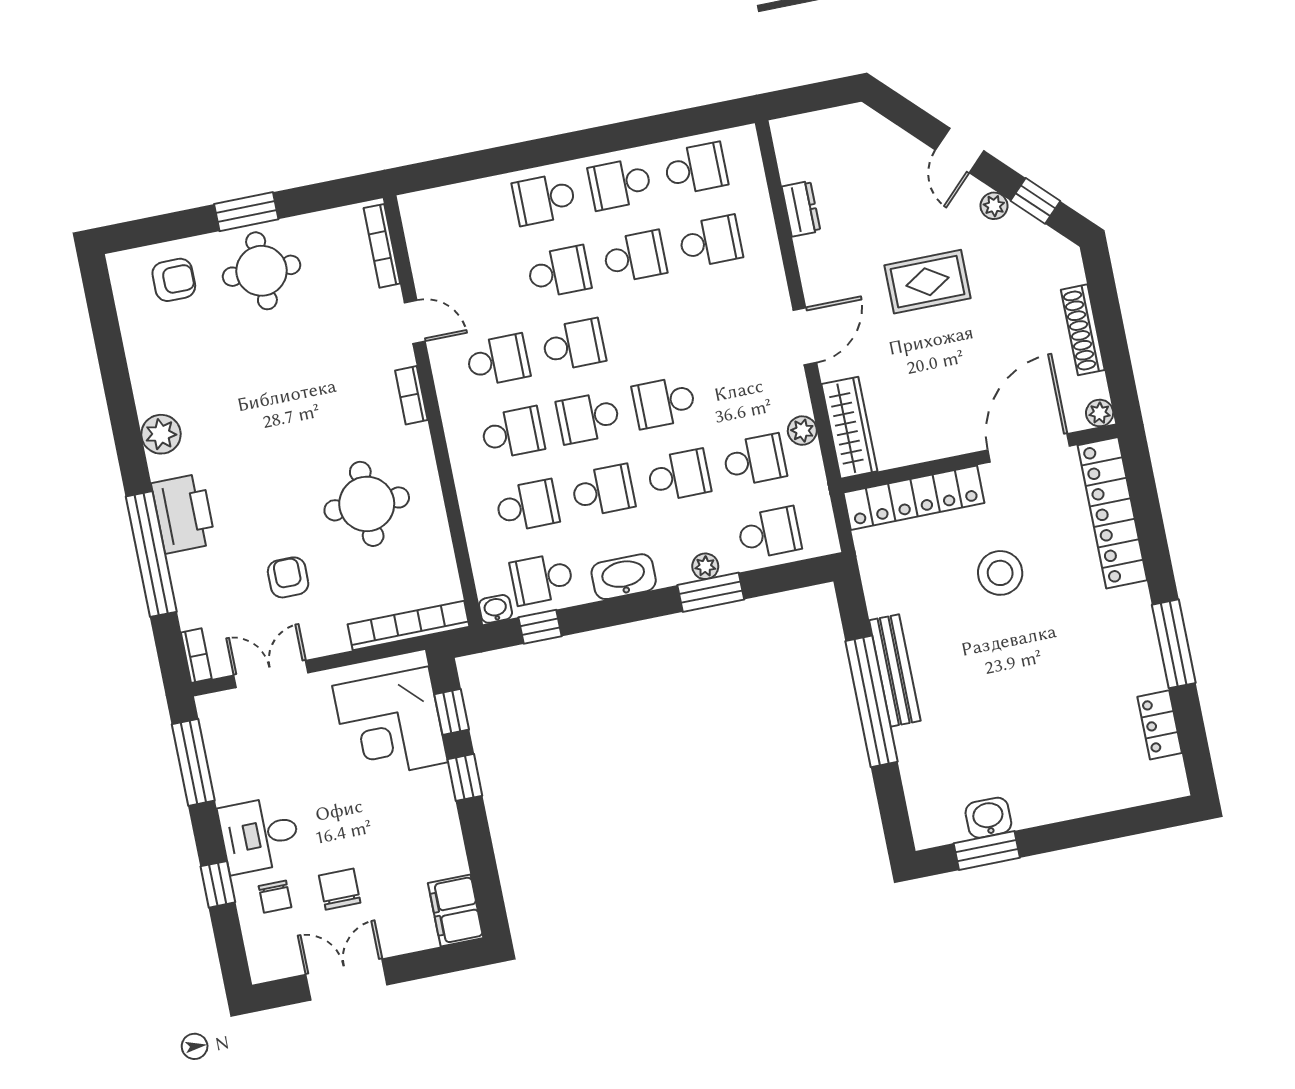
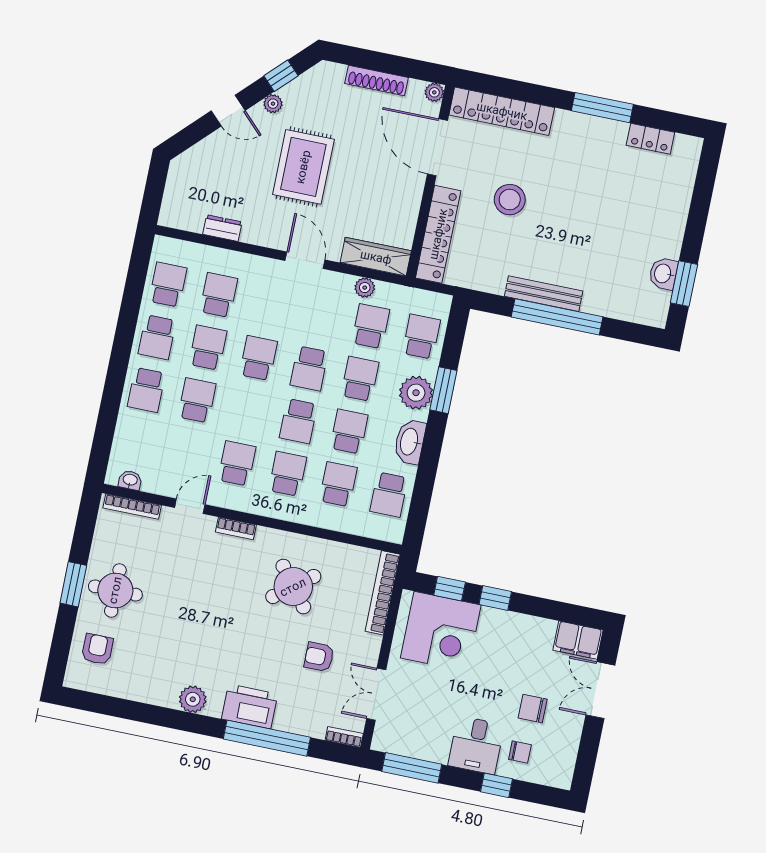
rug: (927, 282) -> (303, 167), width x1.36, depth x1.43
school desk: (574, 345) -> (259, 358), moved
round table: (367, 504) -> (293, 587), turned -38
plant: (705, 566) -> (416, 393), width x1.88, depth x1.88
washbasin: (496, 609) -> (130, 480), moved, turned 90
window: (540, 627) -> (419, 509), removed
double door: (346, 980) -> (600, 690), moved

